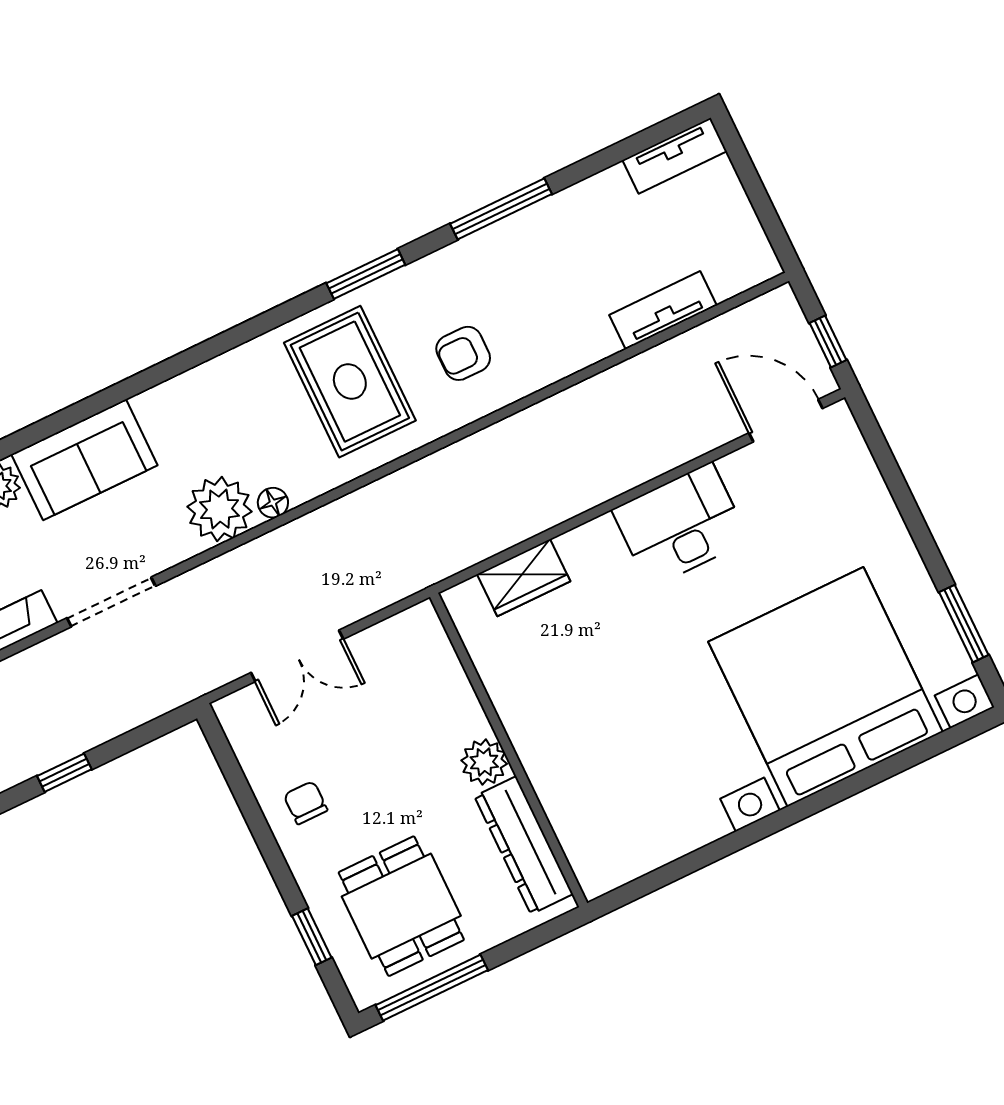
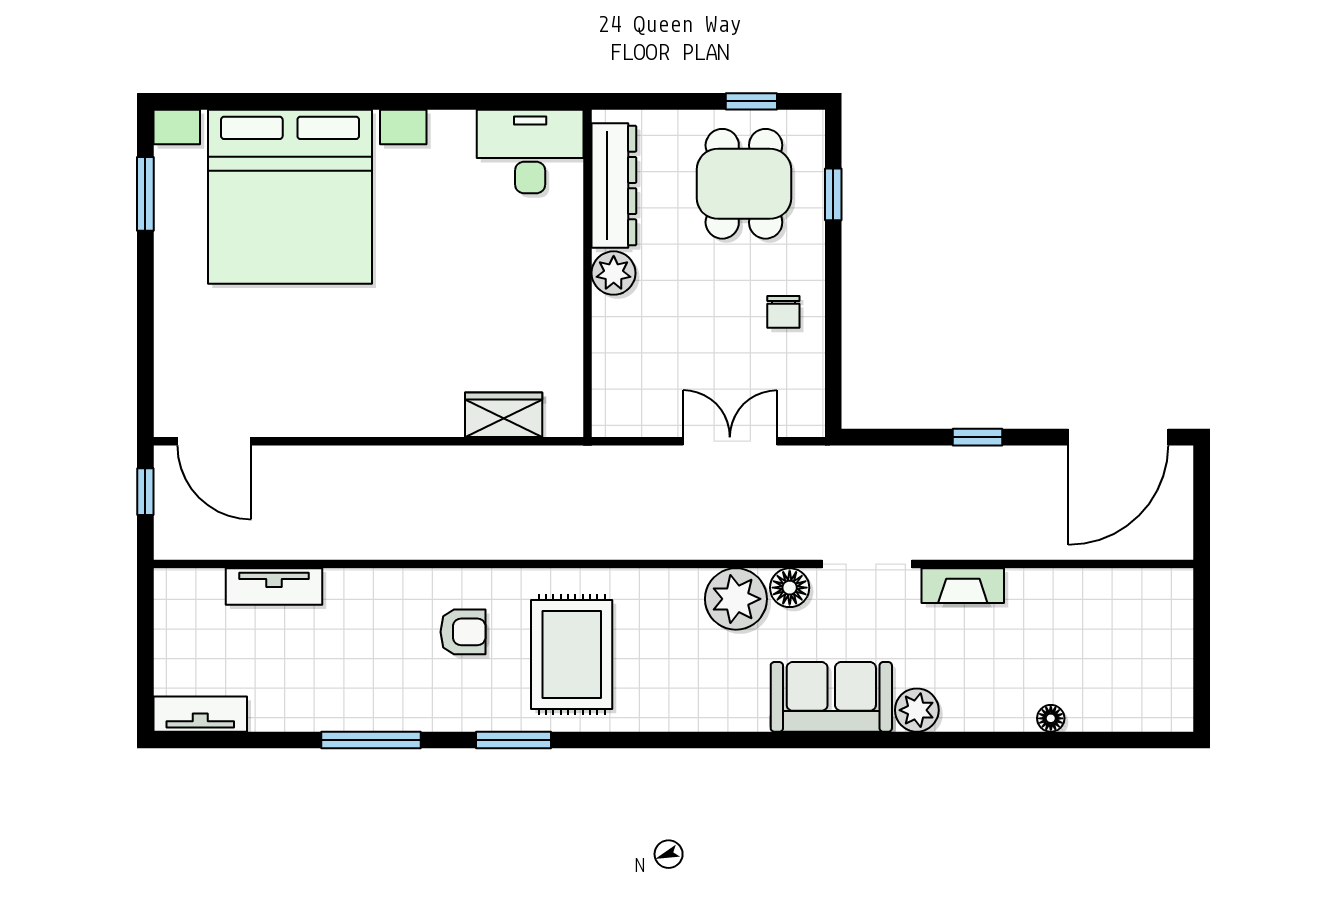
floor lamp: (273, 503) -> (790, 588), moved, width x1.37, depth x1.37
desk: (680, 525) -> (530, 152), moved, turned 180
window: (432, 988) -> (751, 101), width x0.46

